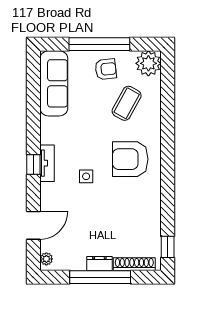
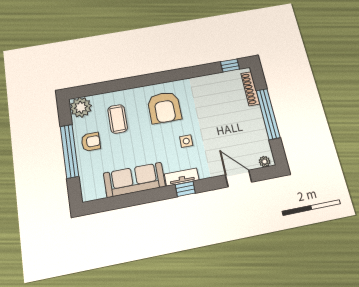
armchair: (106, 69) -> (91, 142), turned 96
sofa: (54, 83) -> (134, 180), moved
coffee table: (127, 103) -> (118, 119), turned 61
dresser: (99, 263) -> (257, 117), removed

